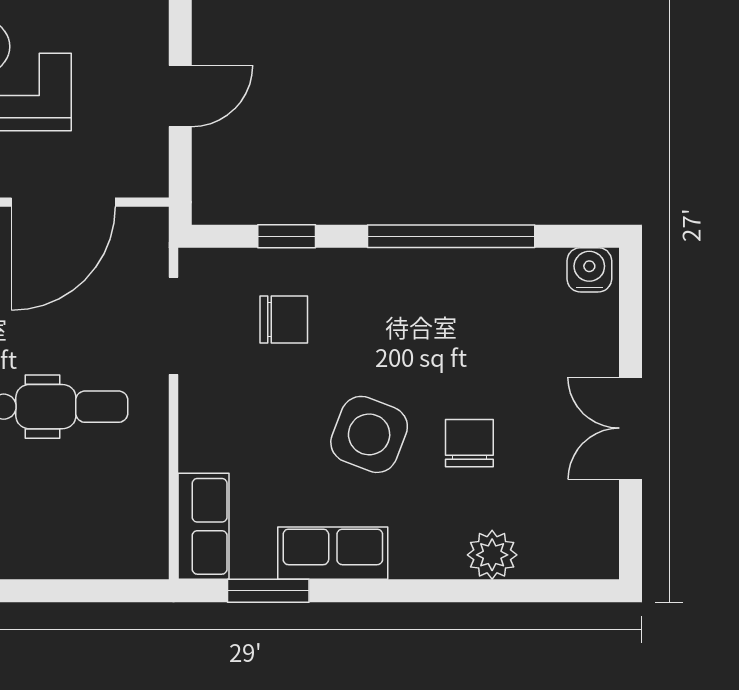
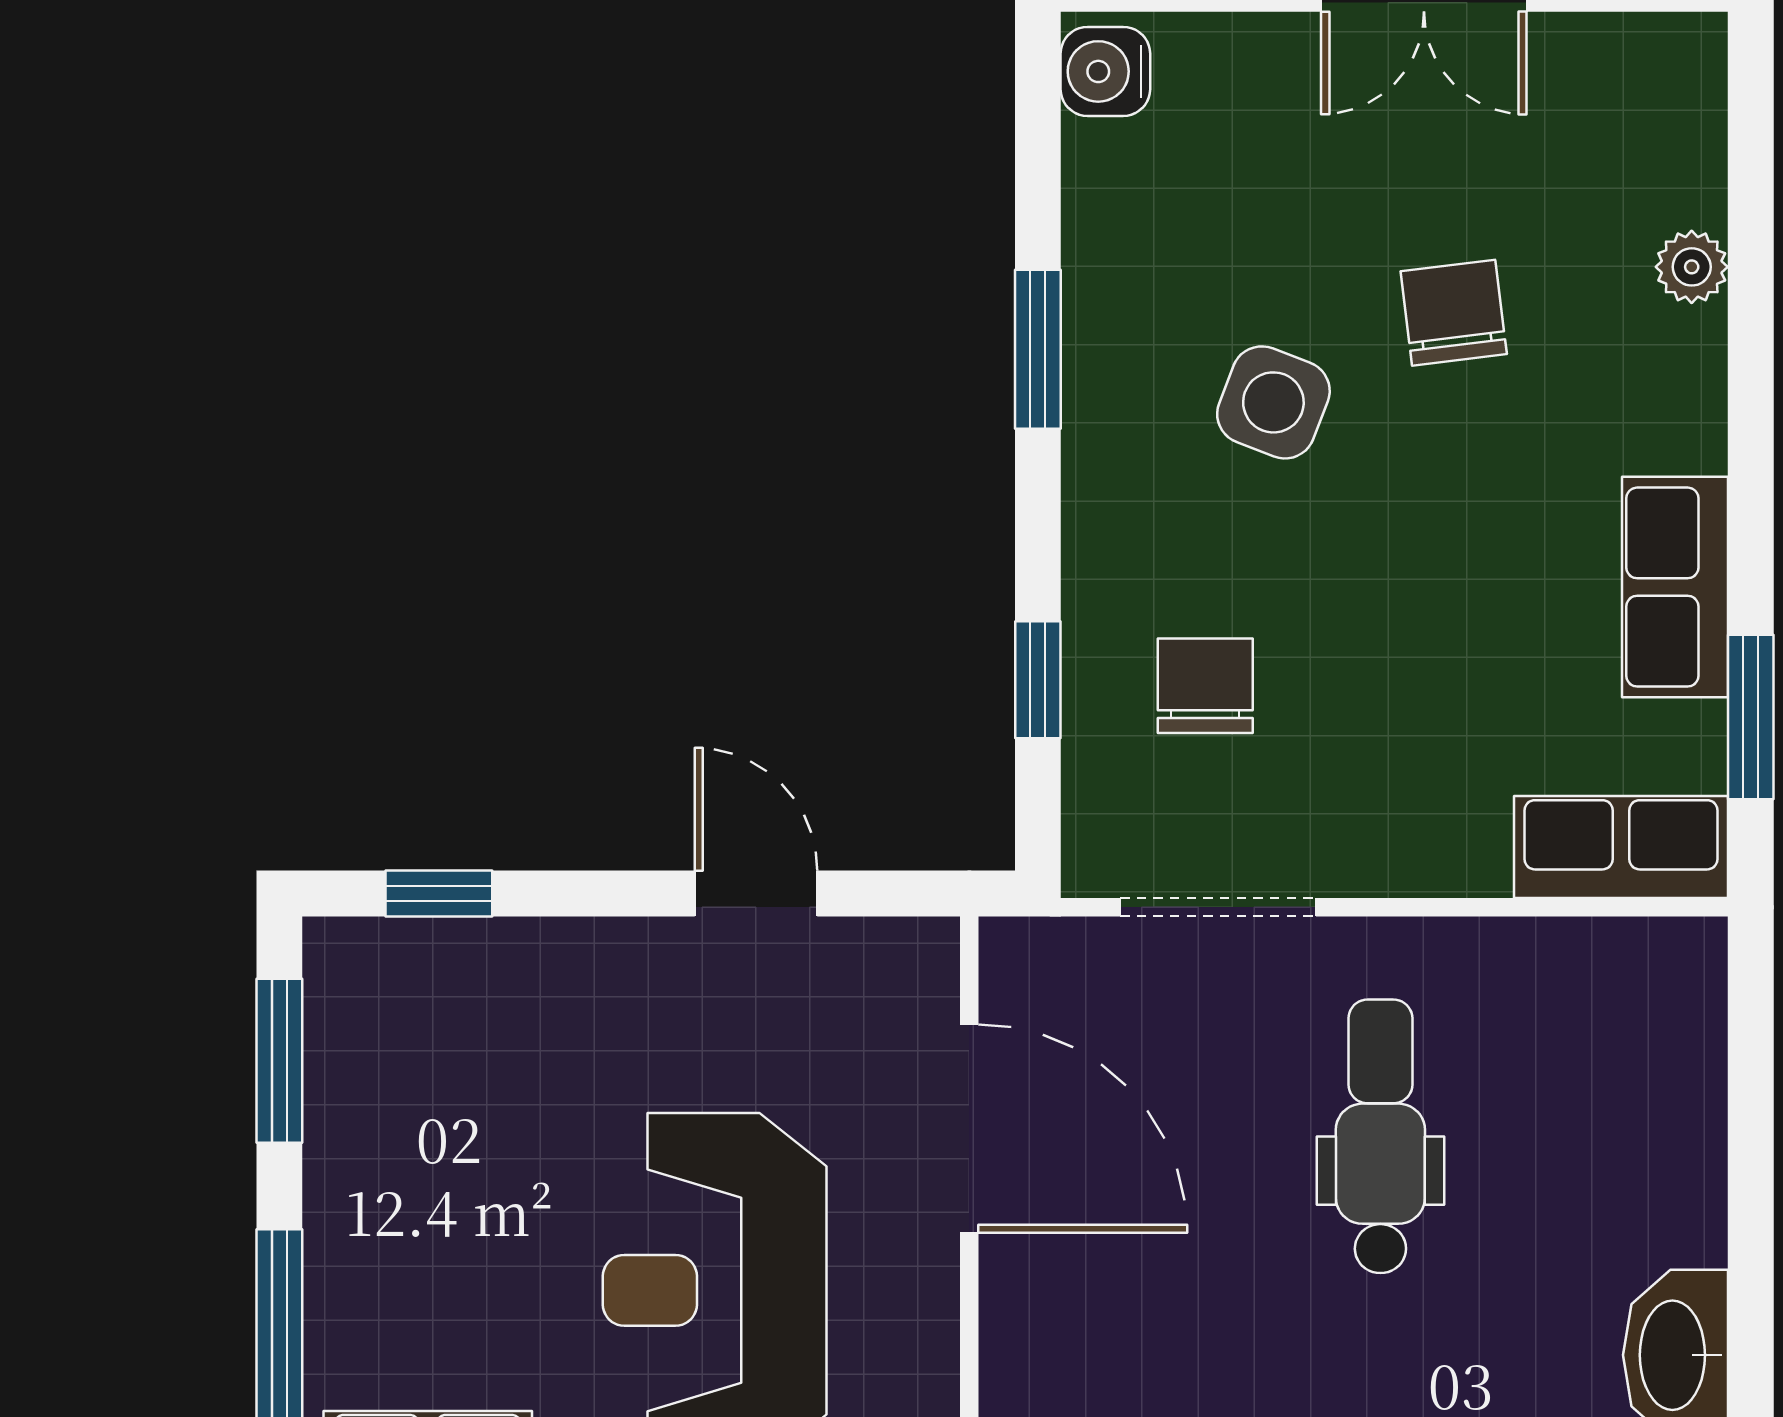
window: (451, 236) -> (1038, 349), width x0.47
side table: (369, 434) -> (1273, 402), moved, width x0.73, depth x0.73
chair: (469, 443) -> (1454, 313), turned 83
plant: (492, 555) -> (1692, 267), width x0.73, depth x0.73

